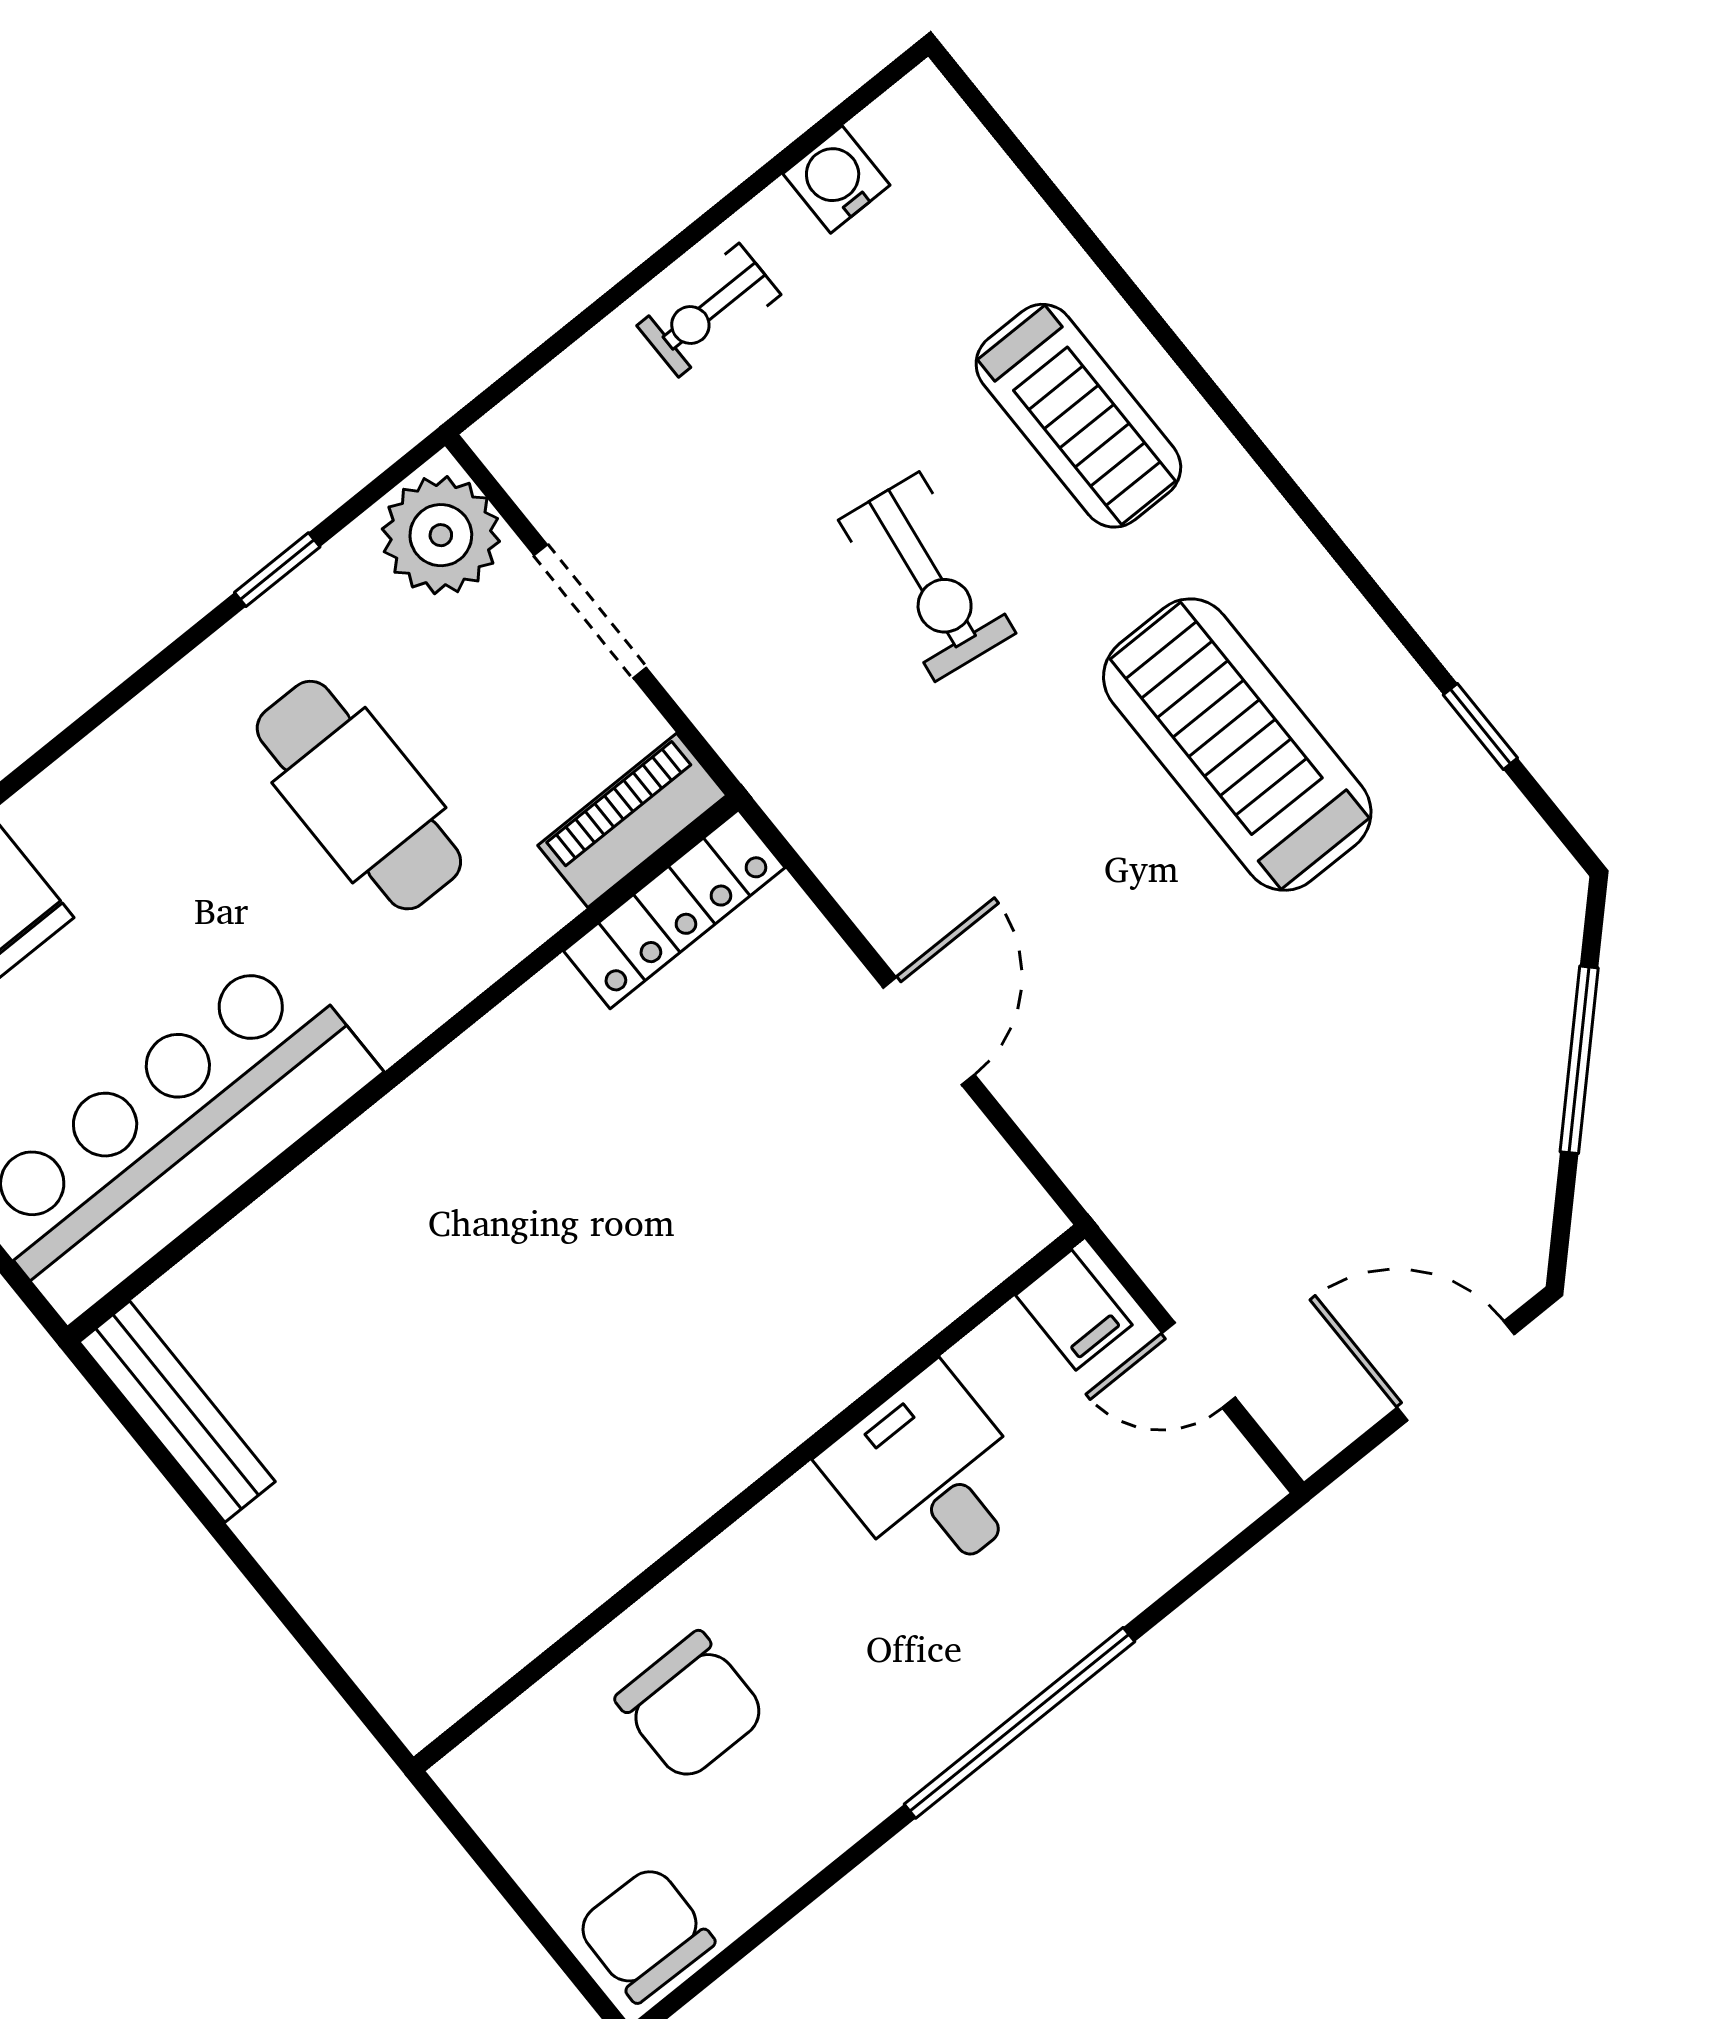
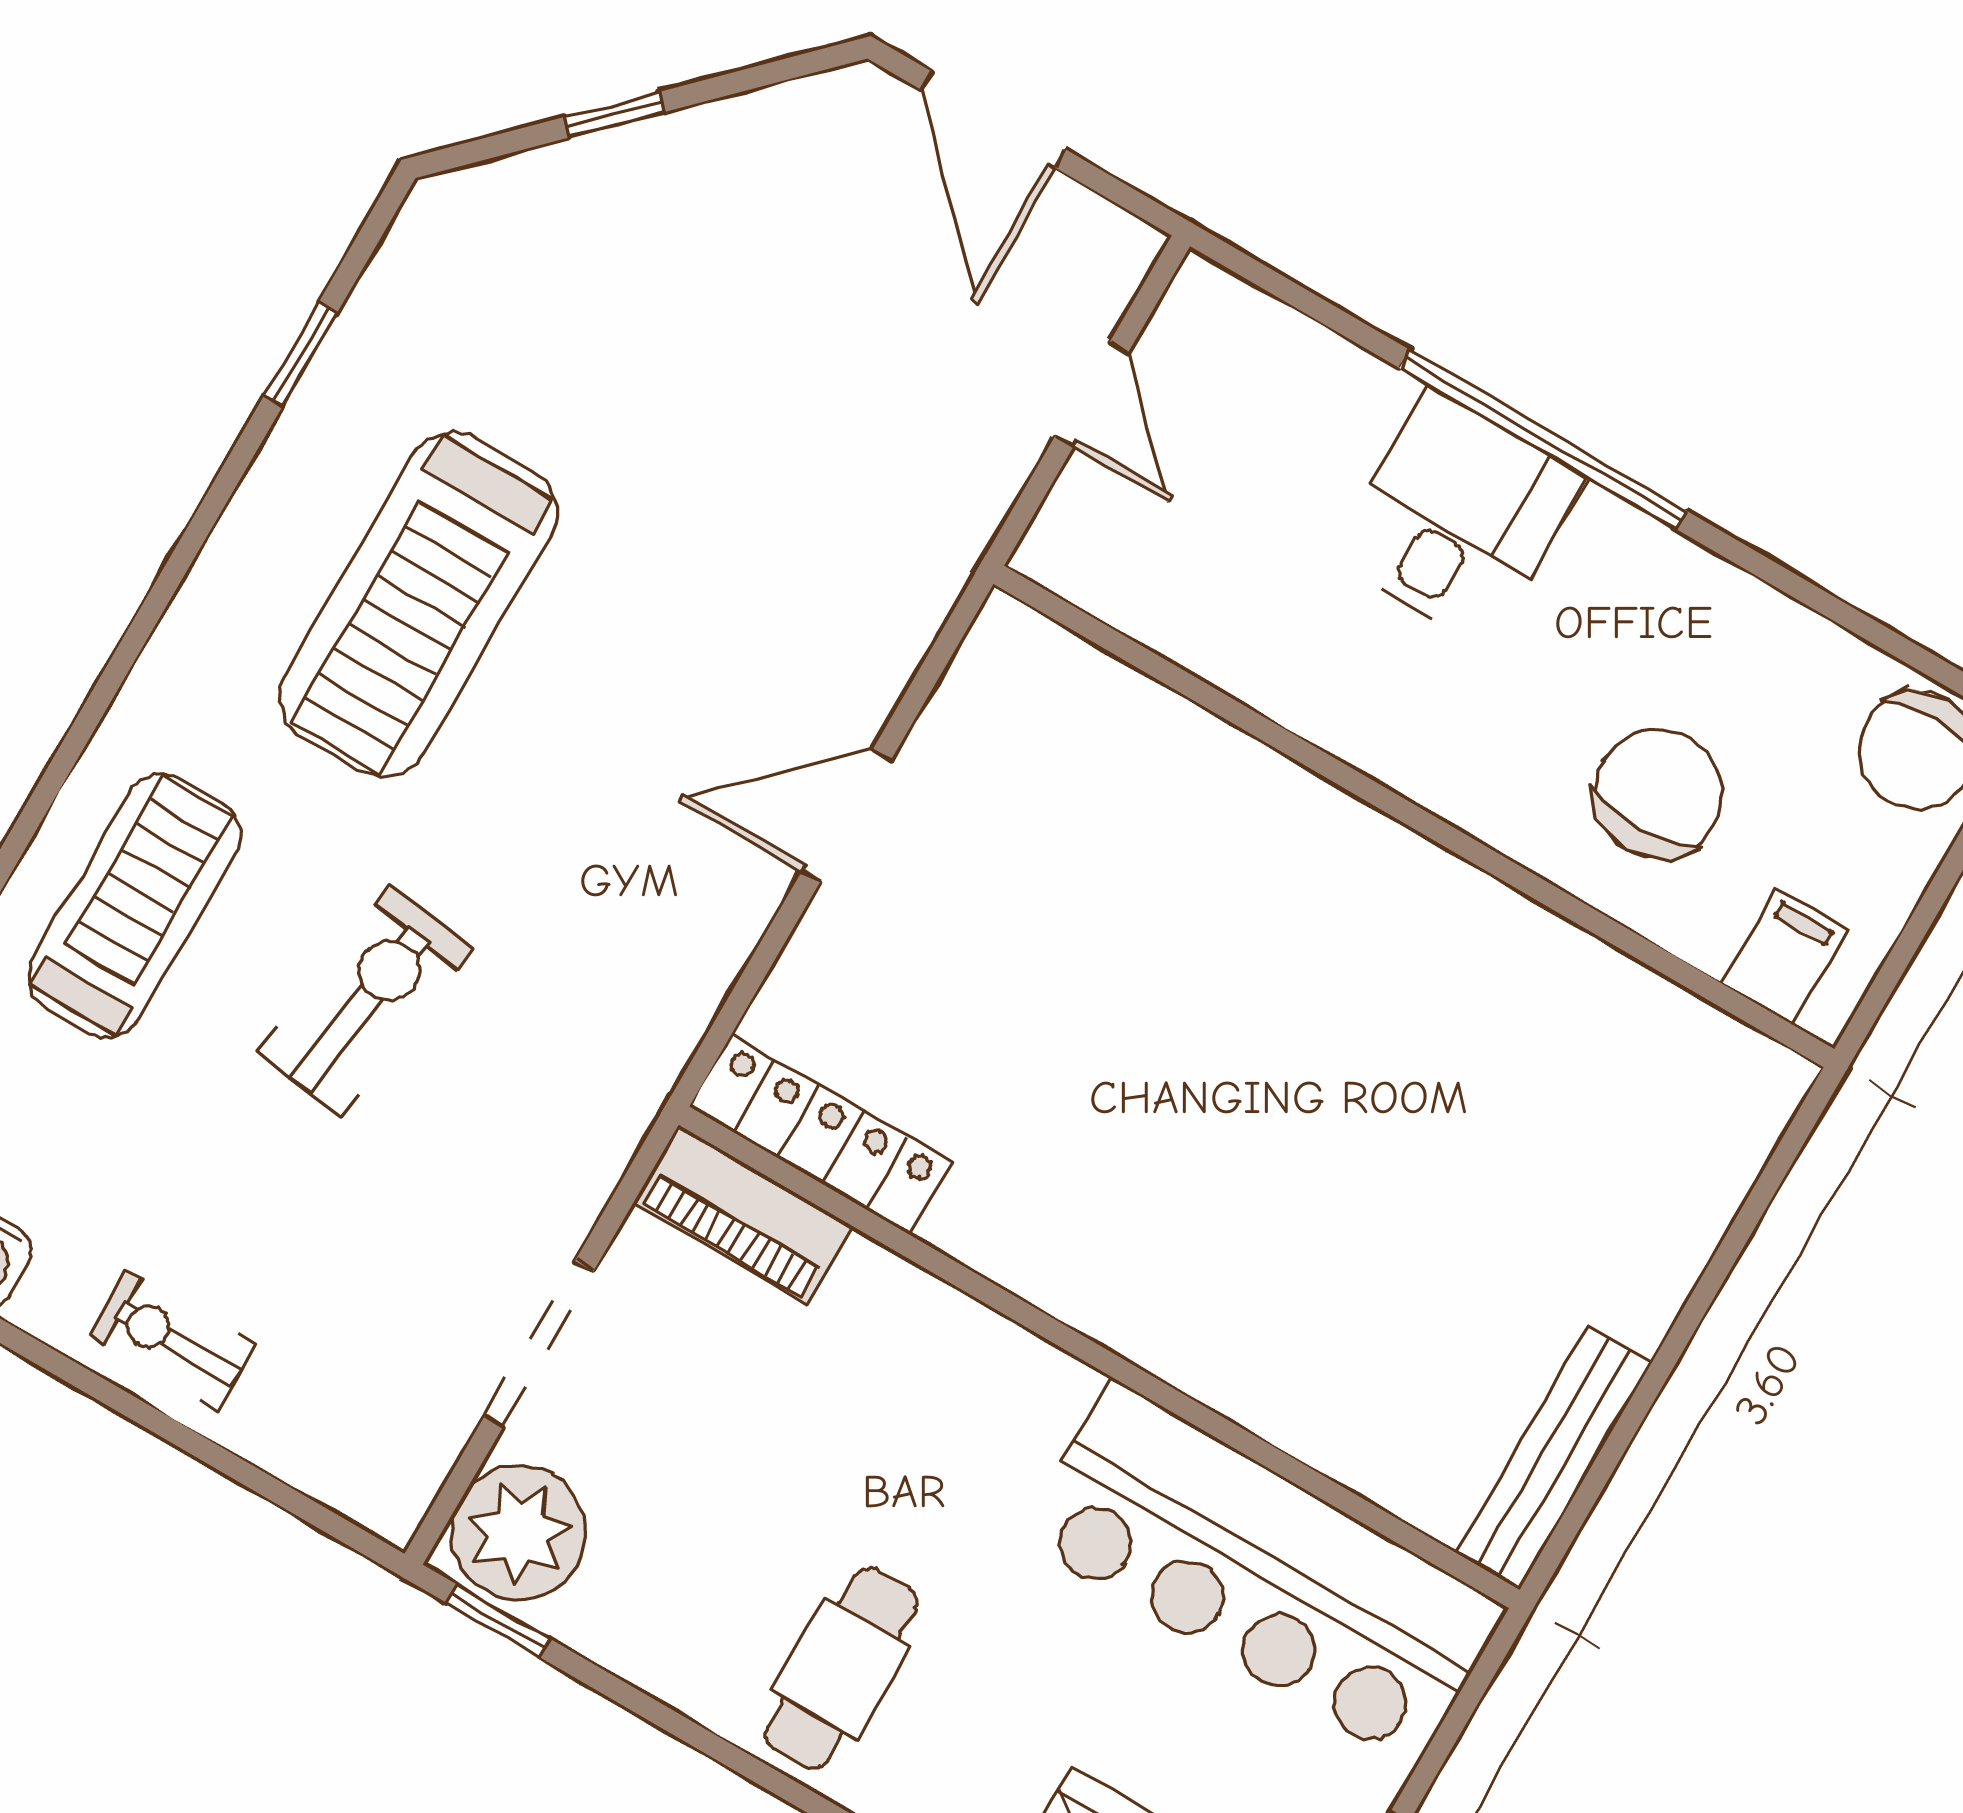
exercise bike: (709, 310) -> (172, 1340), turned 180
window: (277, 570) -> (498, 1621), moved
cafe table: (359, 795) -> (841, 1668), moved, width x0.73, depth x0.74
window: (1579, 1060) -> (614, 115), width x0.46
filing cabinet: (1074, 1310) -> (1784, 957), moved
desk: (931, 1477) -> (1458, 518), moved, turned 180

